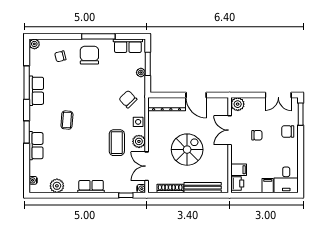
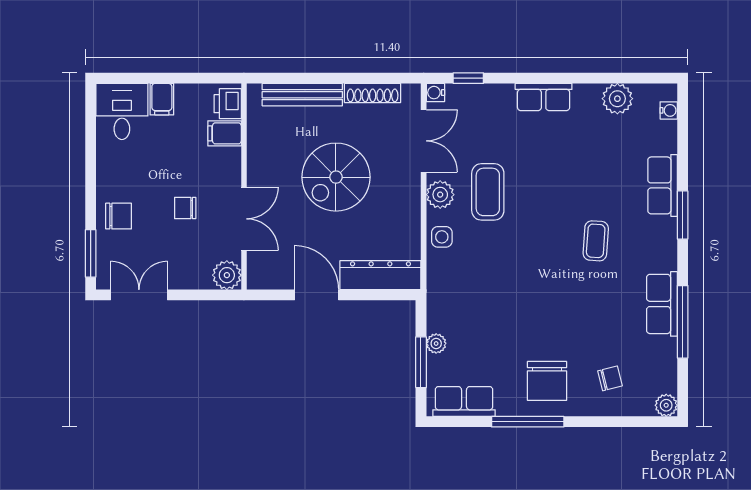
chair: (128, 99) -> (464, 286), removed

